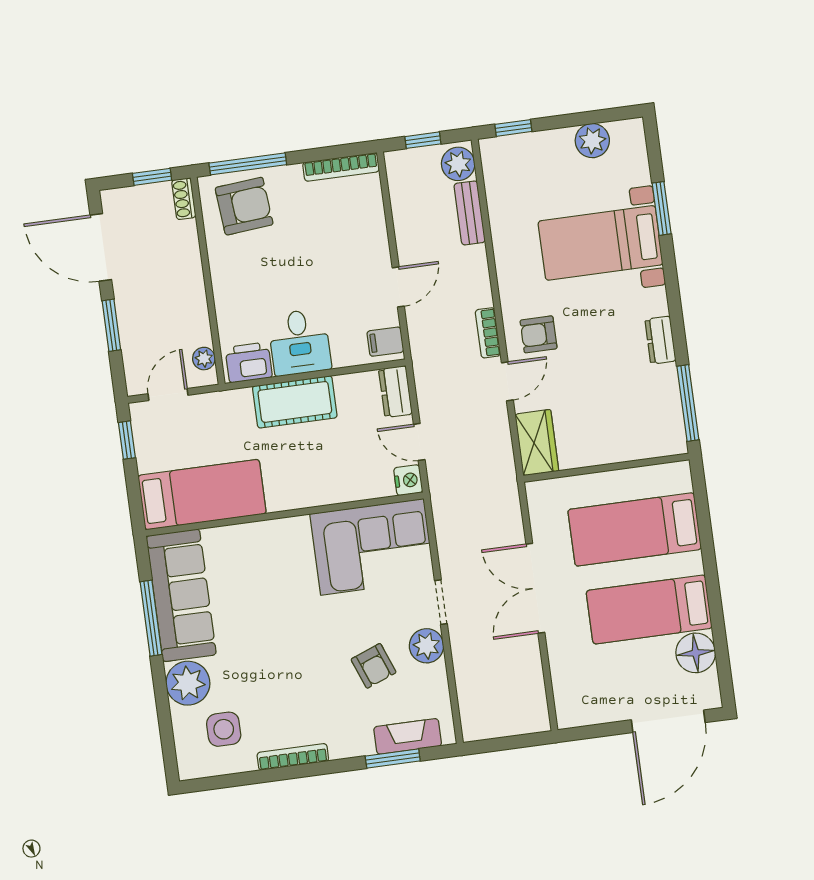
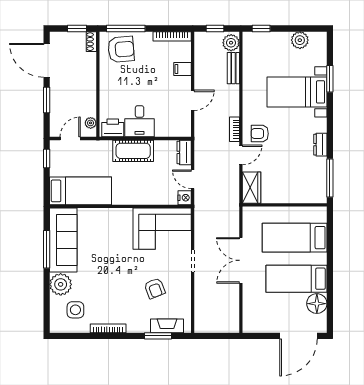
filing cabinet: (385, 342) -> (183, 69), moved
plant: (426, 646) -> (183, 282), removed

